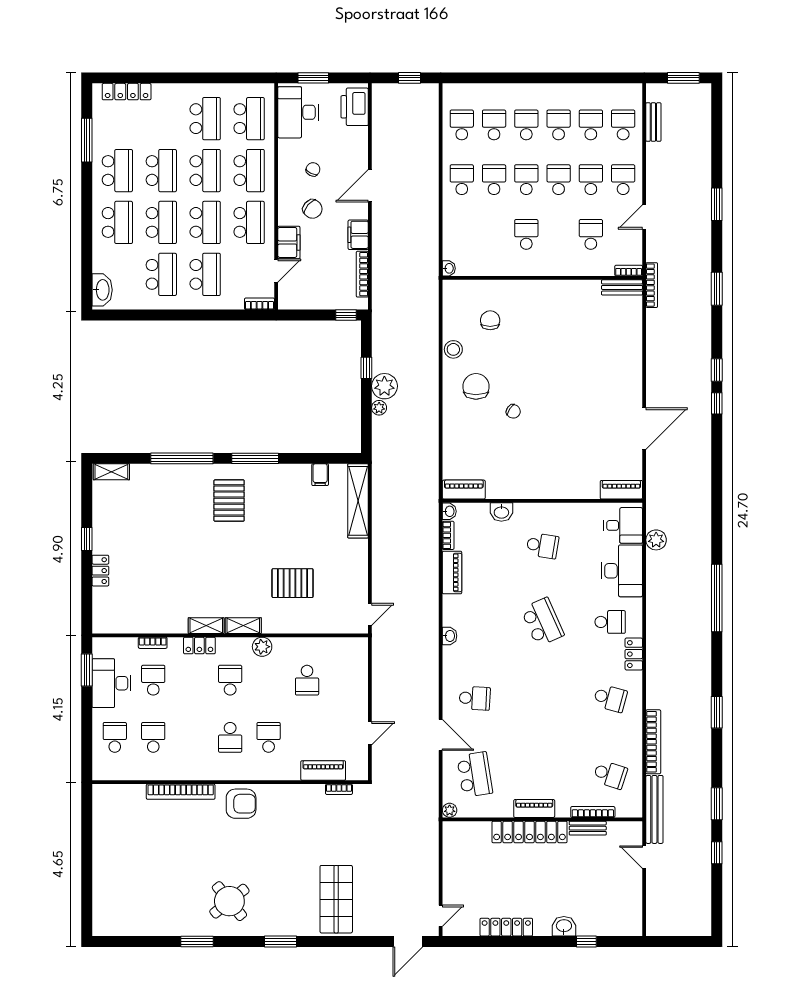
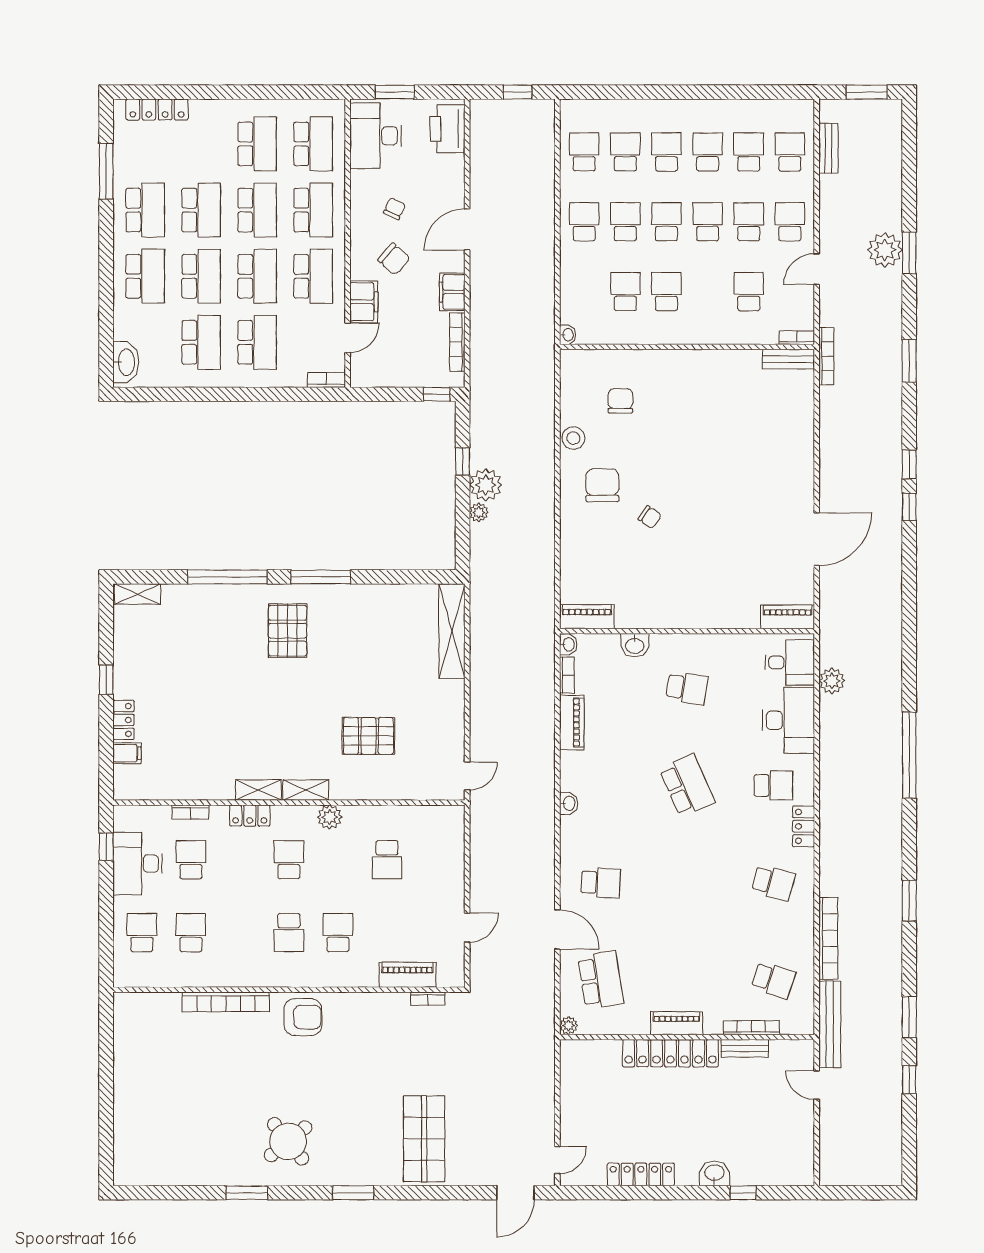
plant: (698, 202) -> (885, 250), added
school desk: (494, 234) -> (625, 292), added
filing cabinet: (320, 475) -> (127, 753), moved, turned -90
window: (87, 670) -> (106, 847), width x0.67

